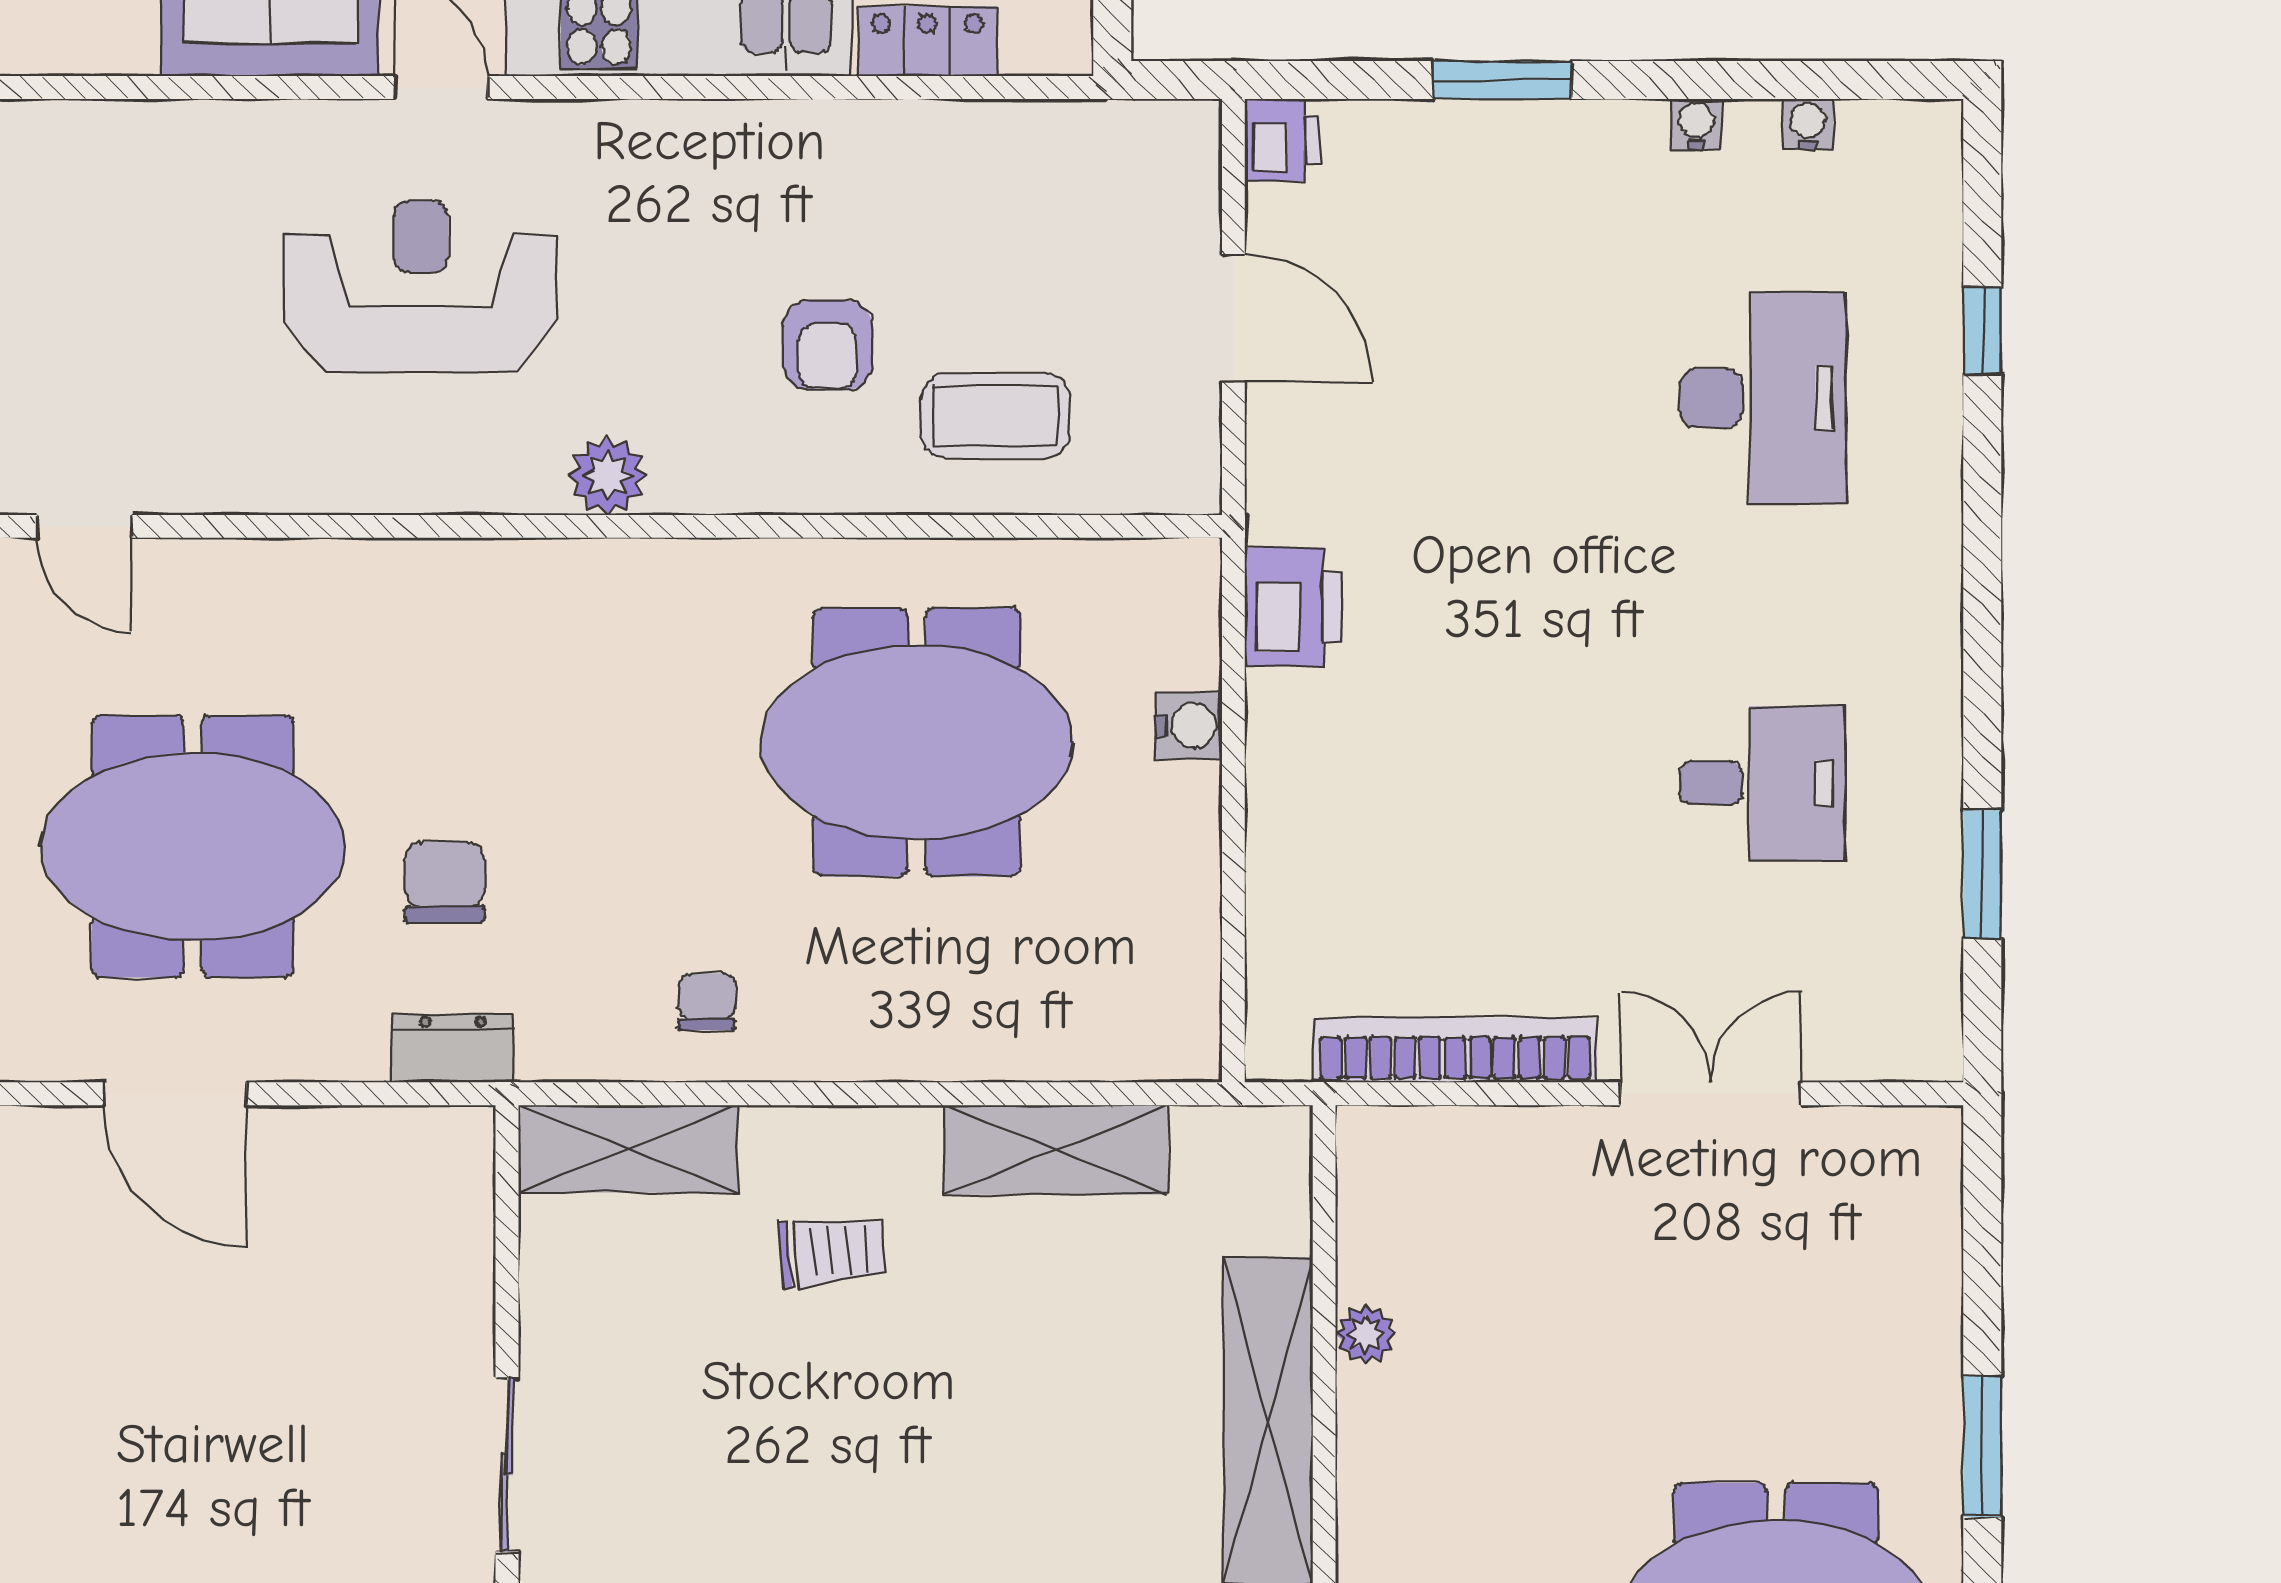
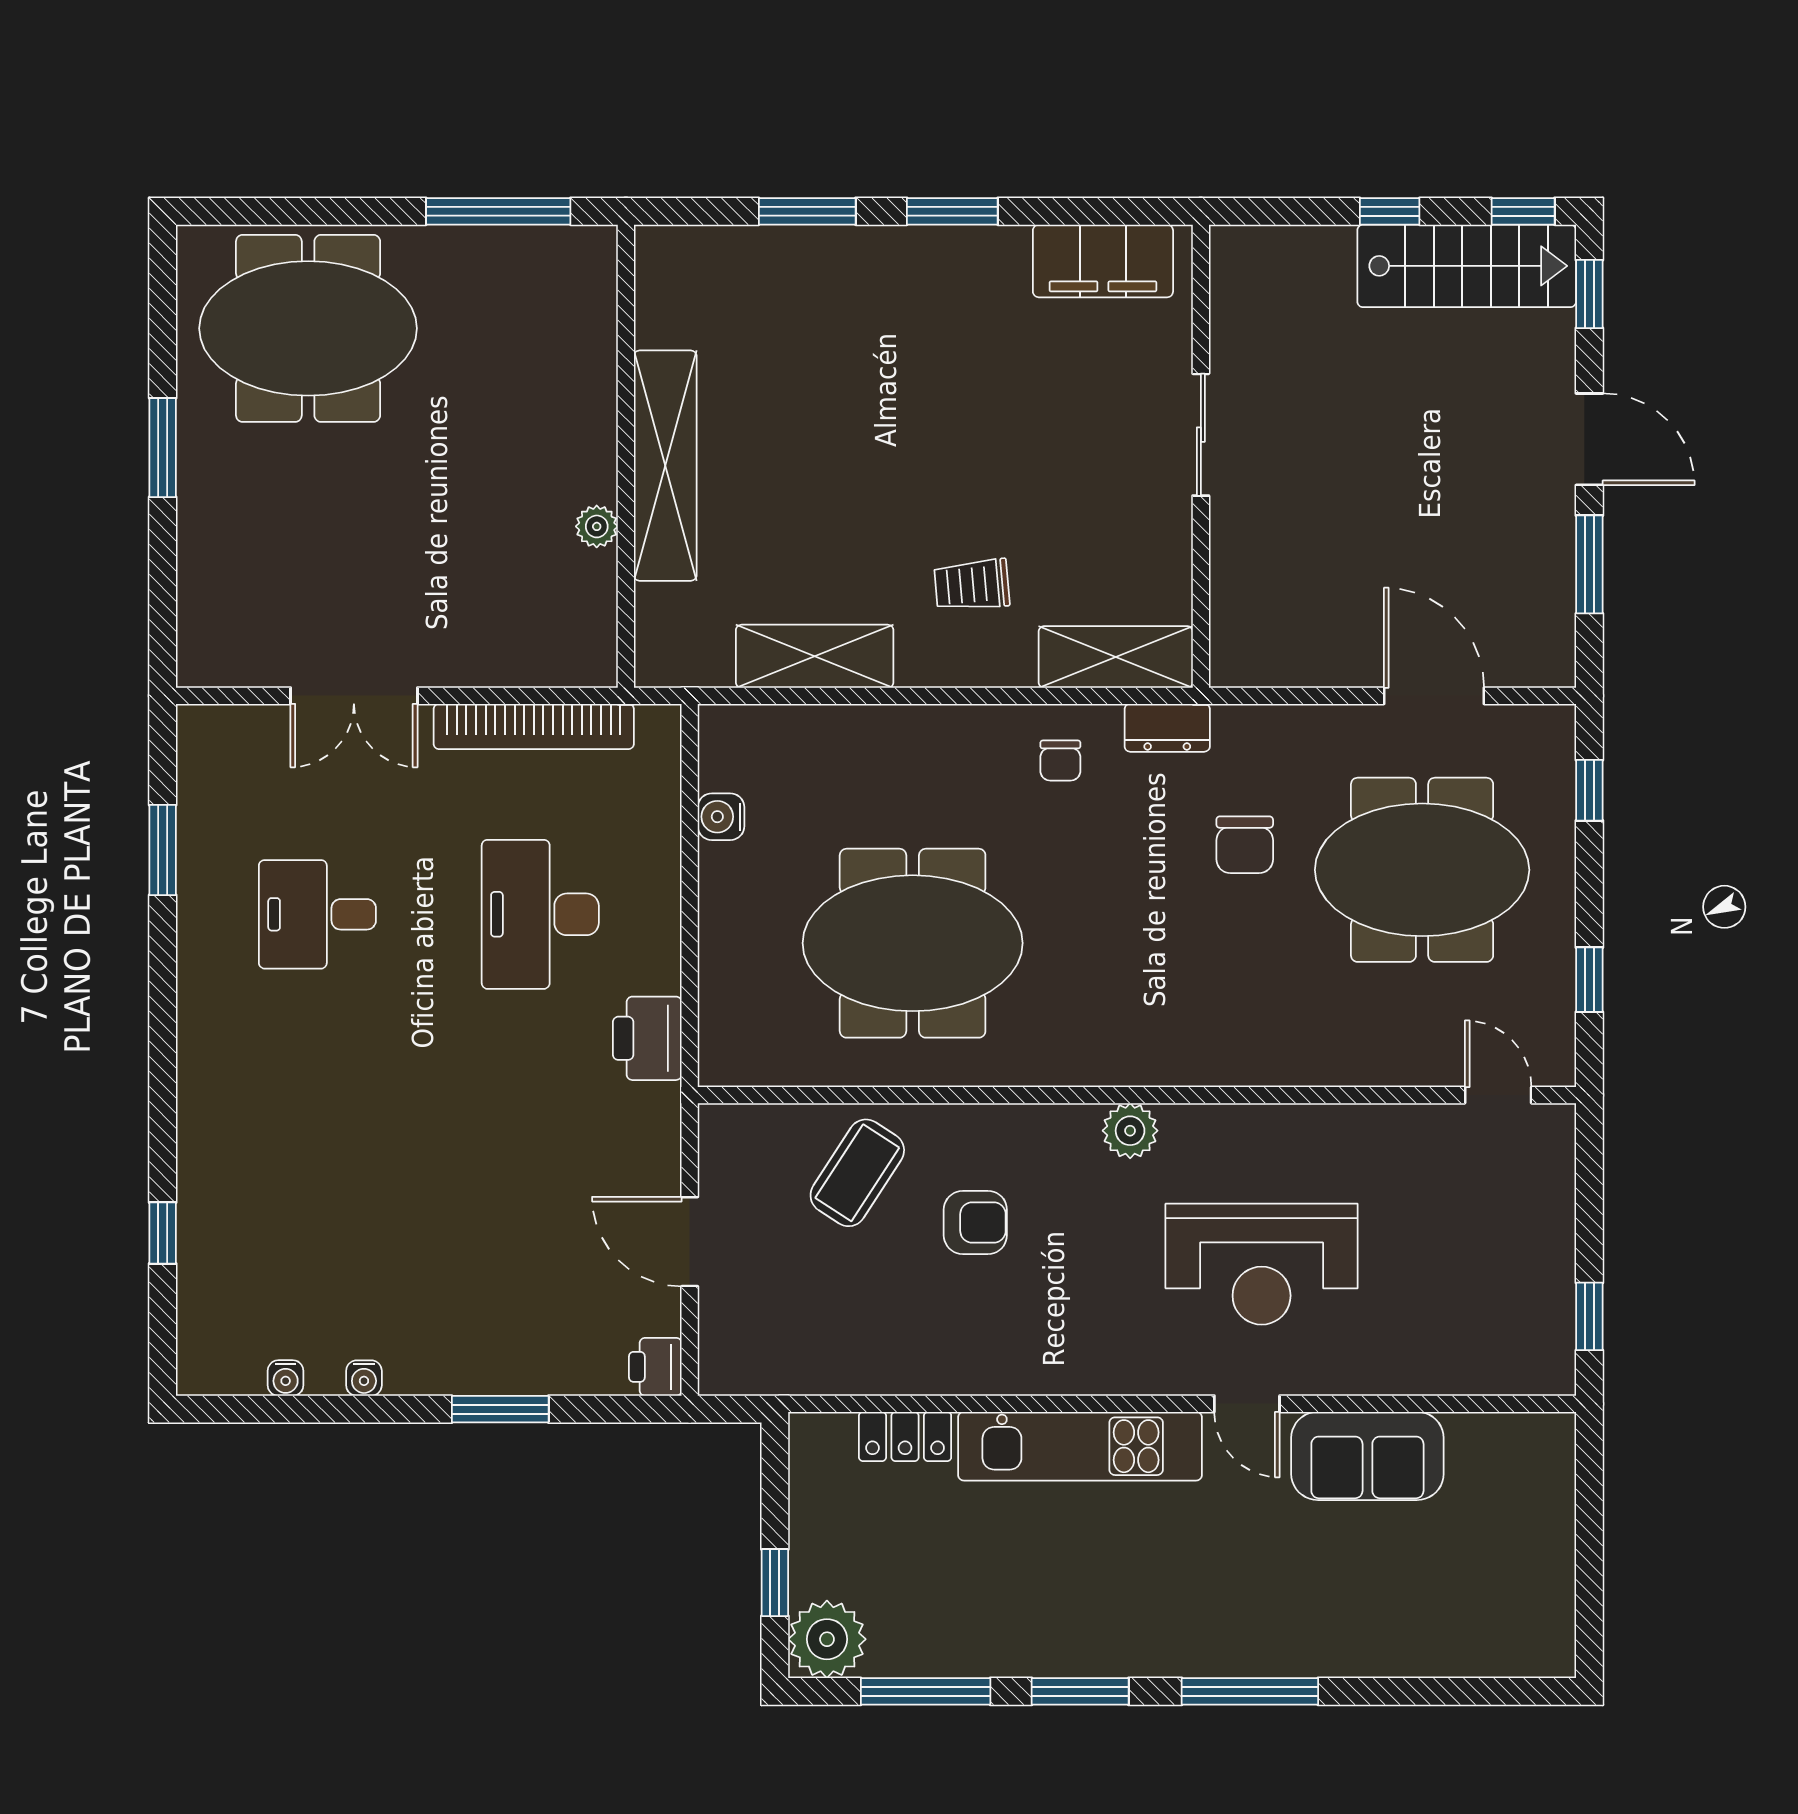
armchair: (827, 345) -> (975, 1222), turned 90
desk: (1762, 398) -> (540, 914), moved
coffee table: (995, 416) -> (857, 1173), turned -57
water cooler: (1189, 726) -> (721, 817), moved
dresser: (453, 1048) -> (1167, 728), moved

